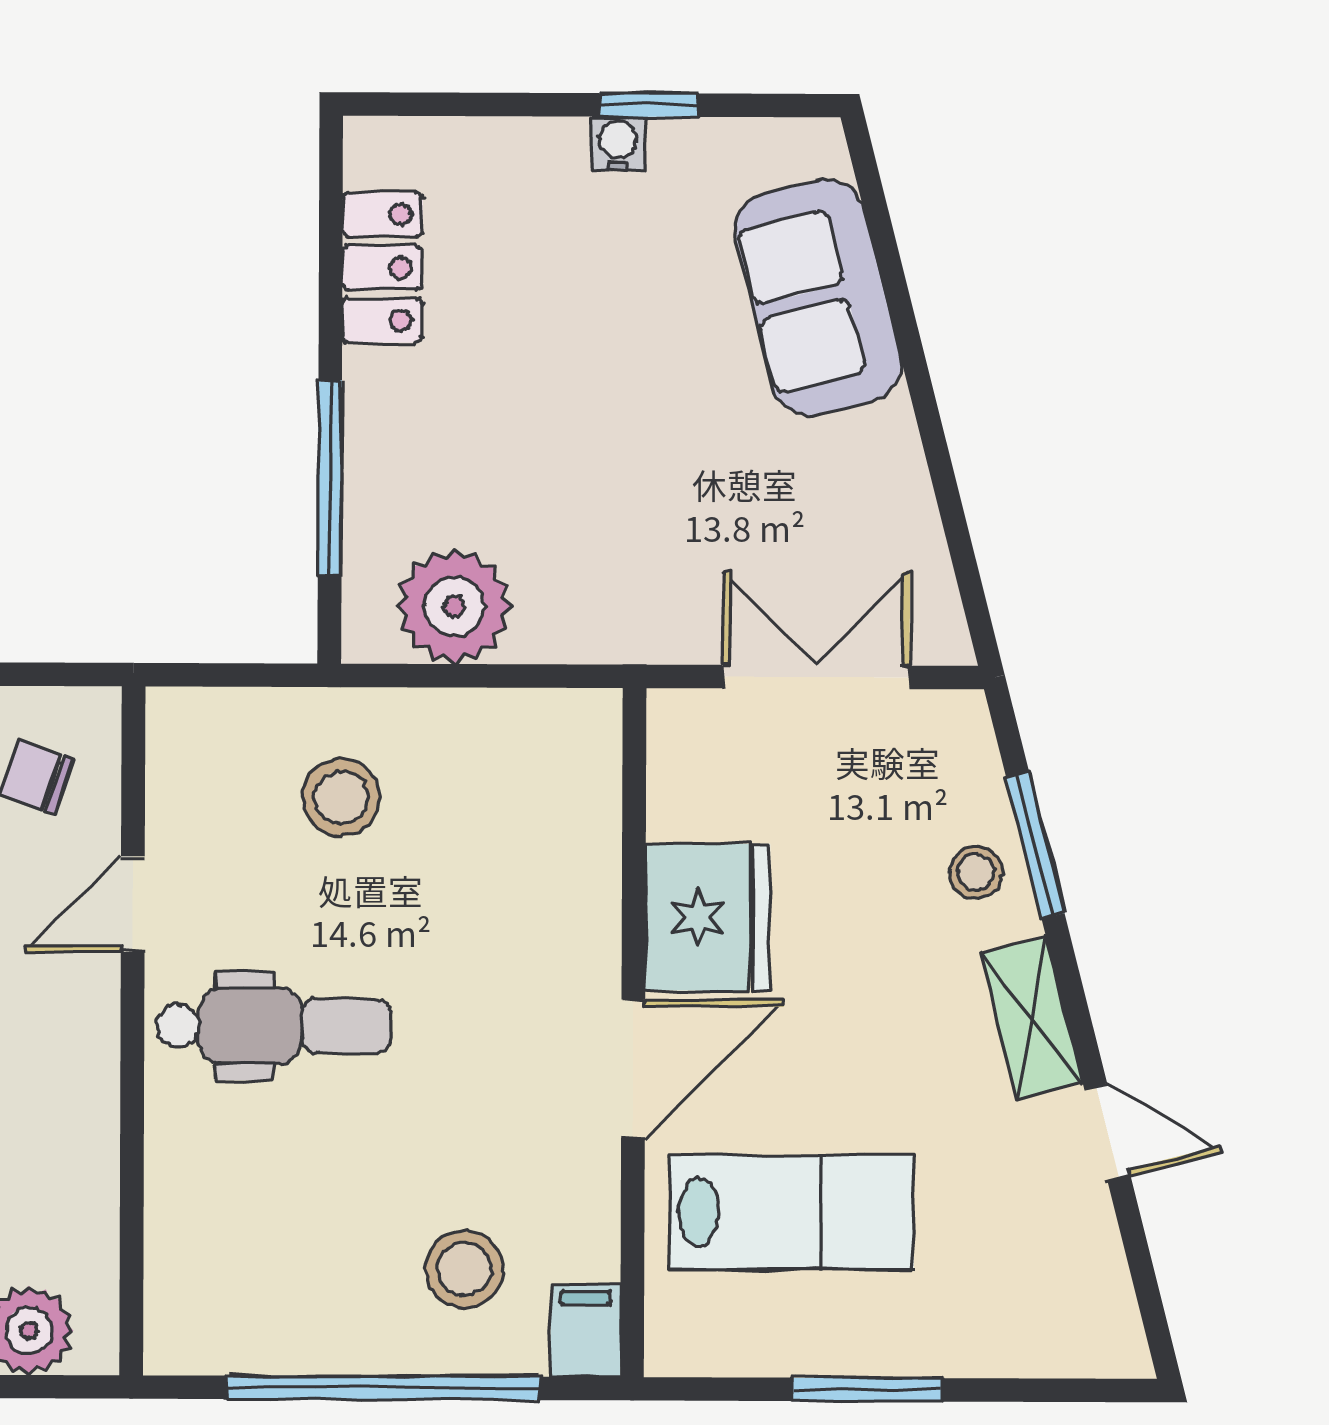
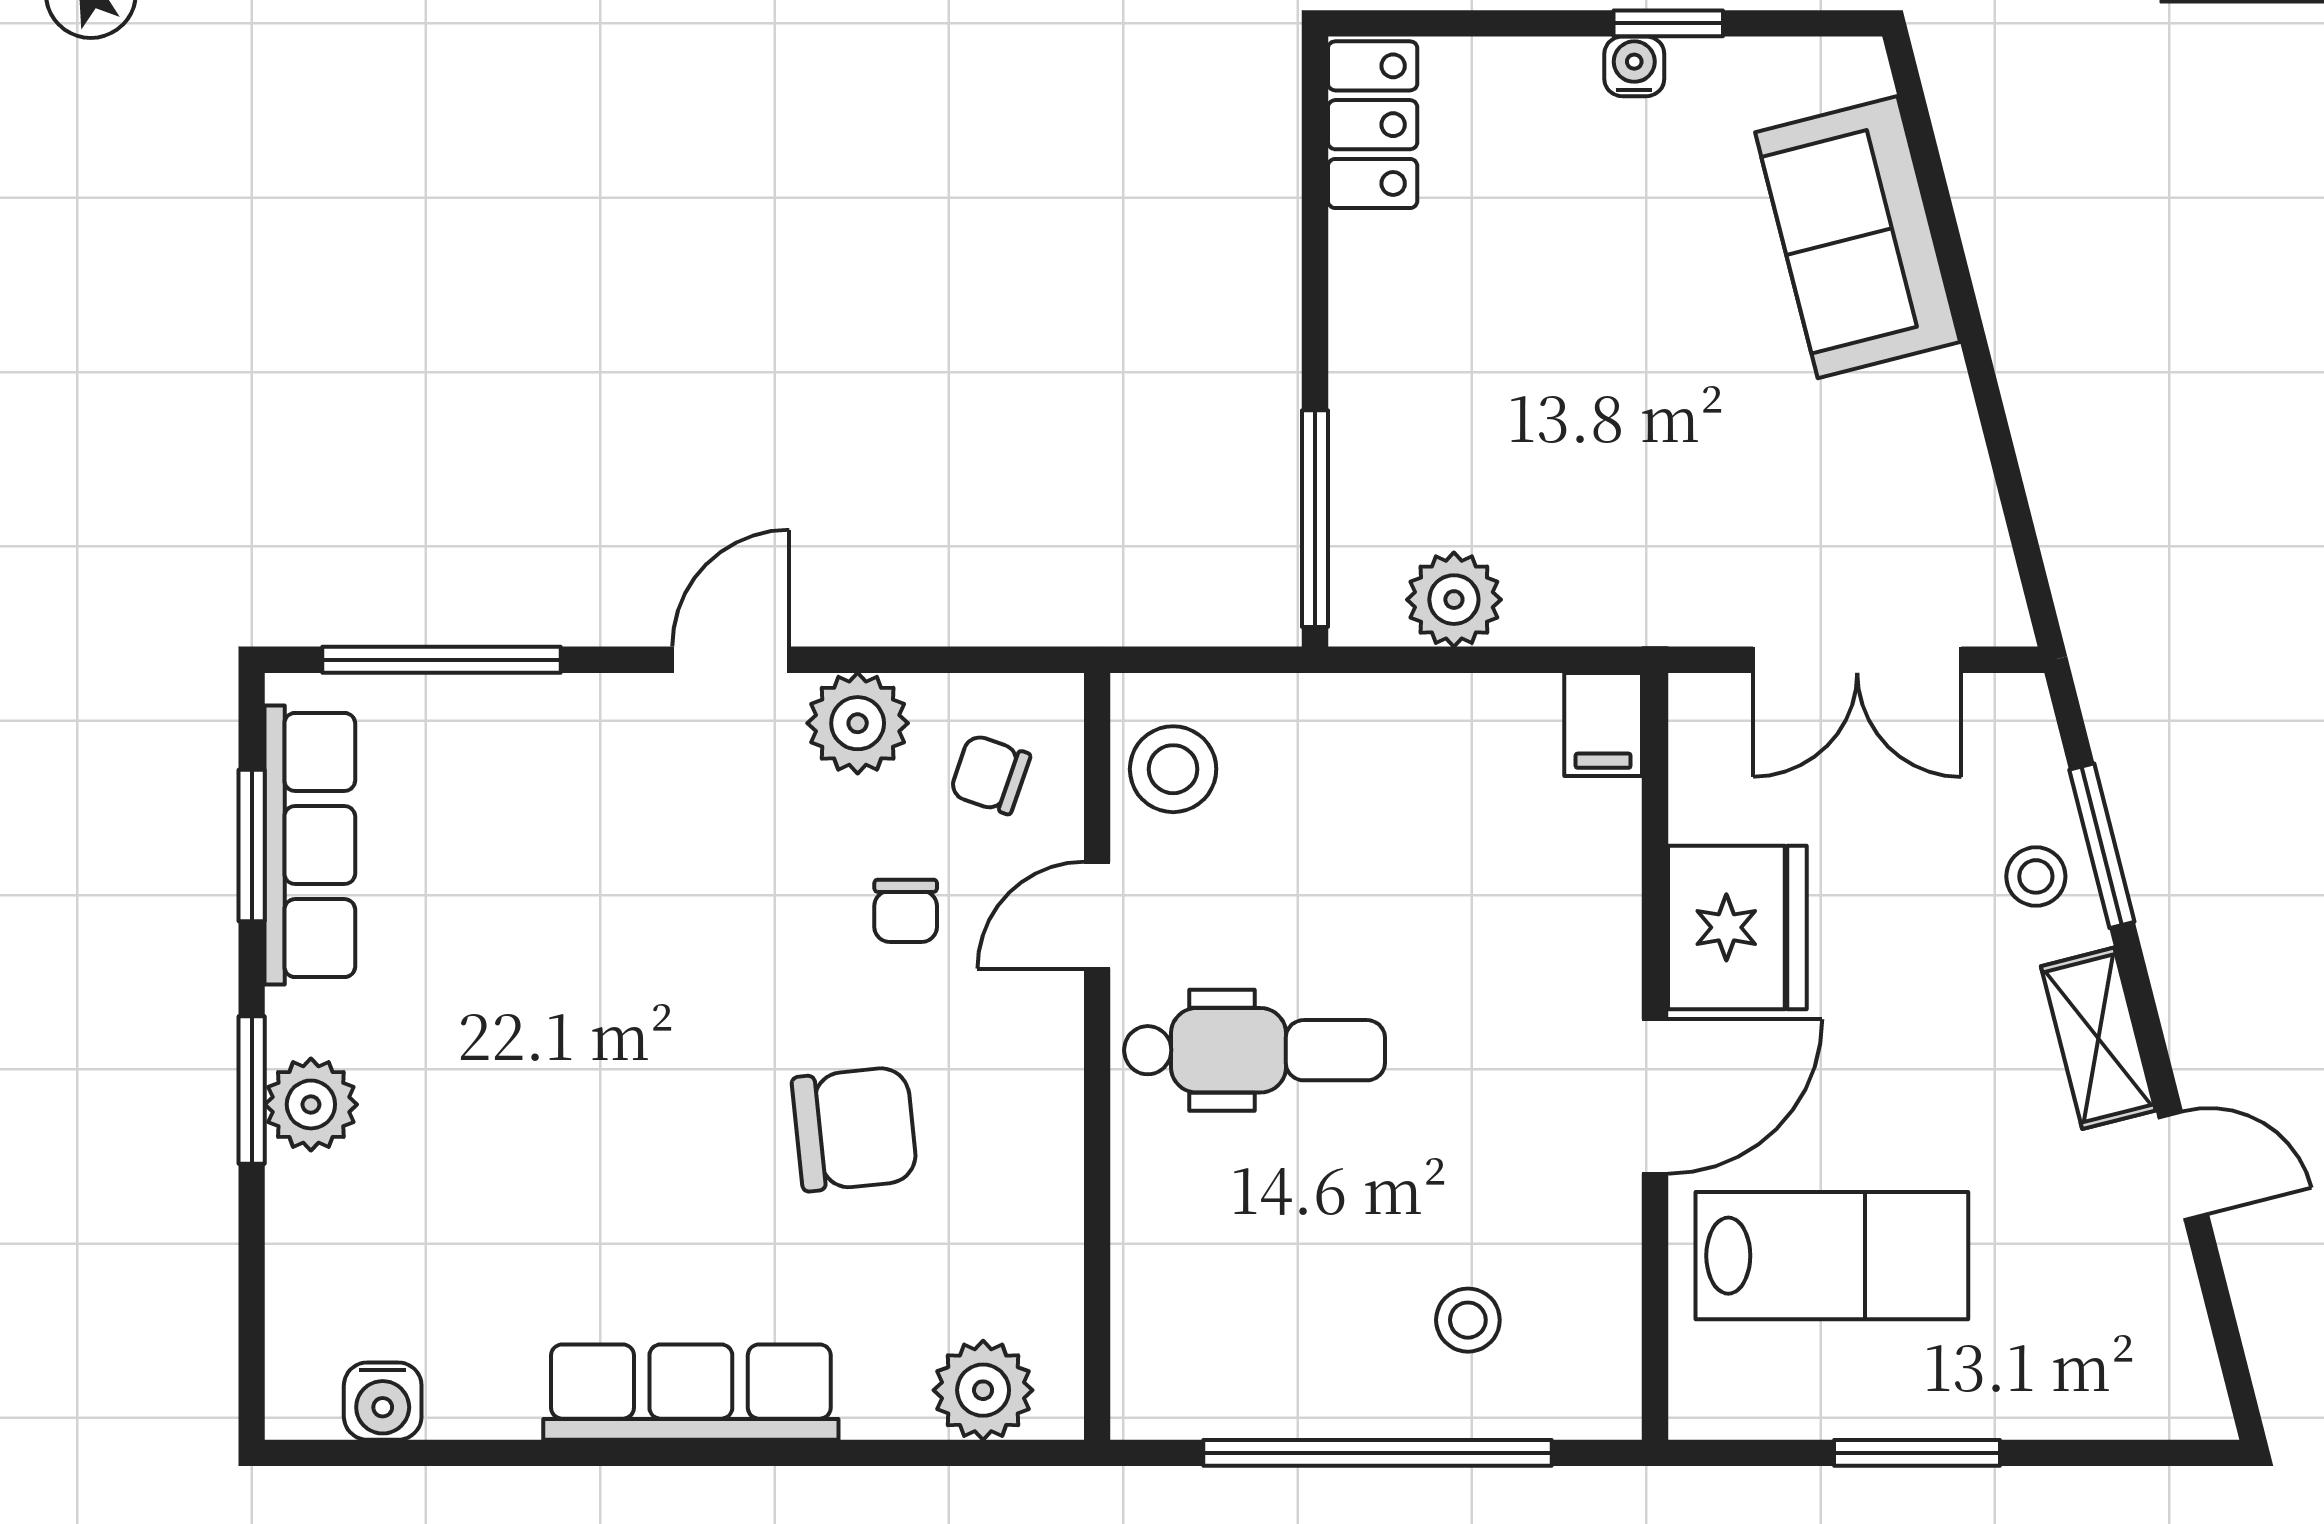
locker: (382, 267) -> (1373, 125), moved
window: (330, 478) -> (1315, 519), moved
plant: (454, 606) -> (1454, 600), width x0.73, depth x0.73
double door: (816, 677) -> (1857, 660), swing flipped
stool: (341, 797) -> (1173, 769), moved
stool: (464, 1269) -> (1468, 1320), width x0.73, depth x0.73
filing cabinet: (586, 1330) -> (1603, 724), moved, turned 180

